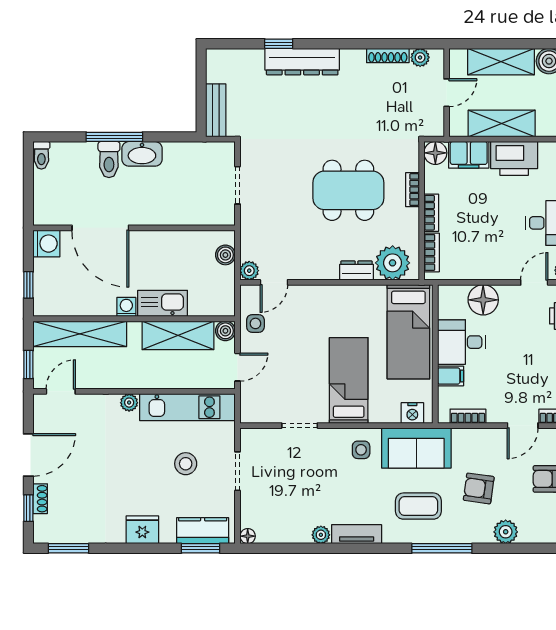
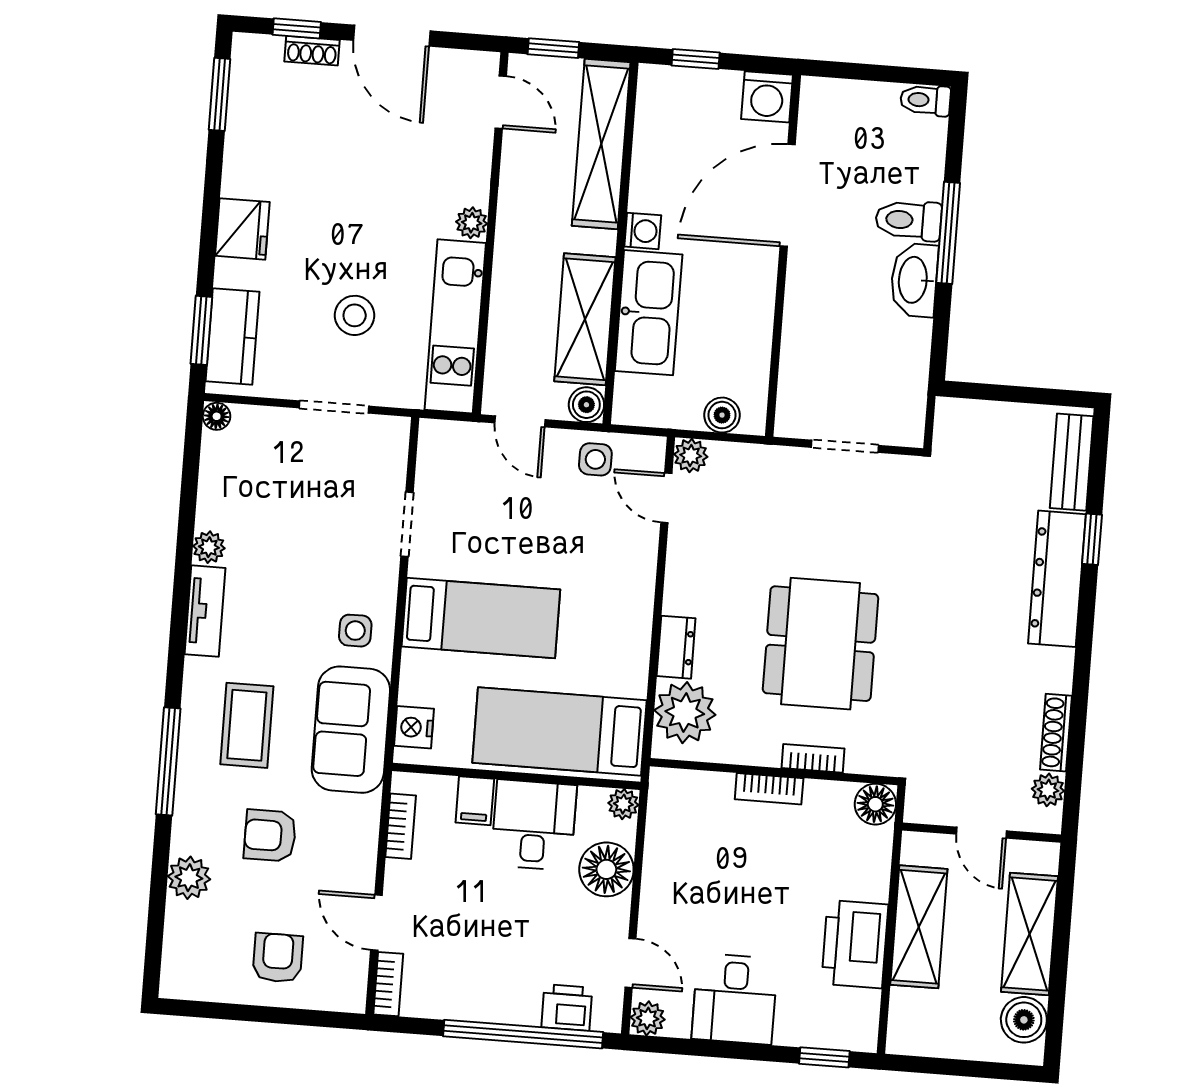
bench: (216, 110) -> (1072, 462), moved, turned 90
filing cabinet: (469, 155) -> (867, 863), removed
bookcase: (432, 252) -> (698, 784), removed
plant: (446, 293) -> (623, 804), added
kitchen sink: (163, 303) -> (649, 313), width x1.36, depth x1.24
armchair: (479, 488) -> (270, 836), turned -98

